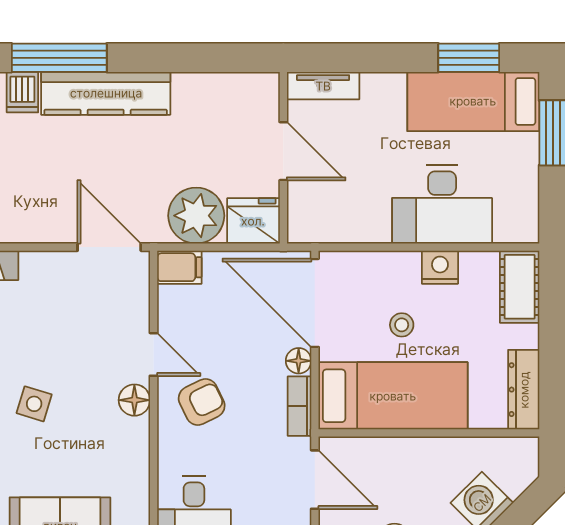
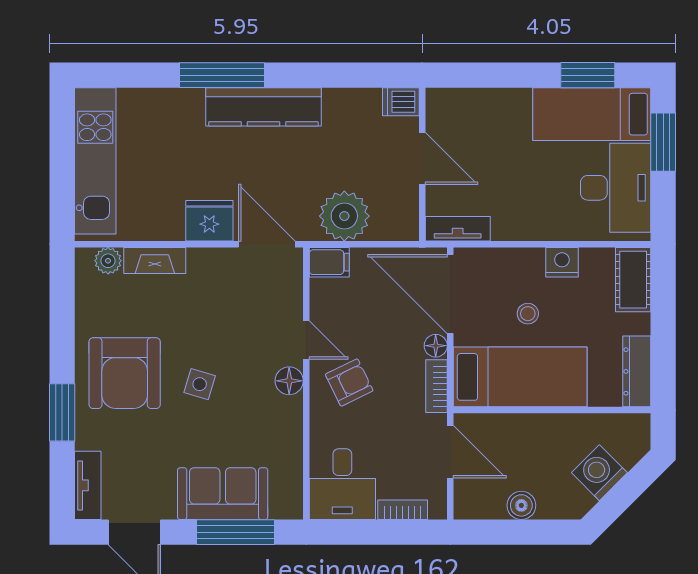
tv unit: (323, 86) -> (458, 229), moved, turned 180
dishwasher: (22, 92) -> (401, 102), moved, turned 90
desk: (442, 204) -> (616, 188), moved, turned -90
fridge: (253, 221) -> (209, 221), moved

